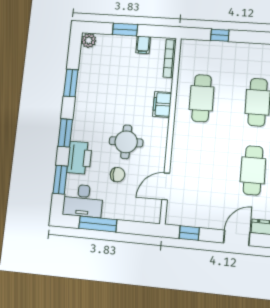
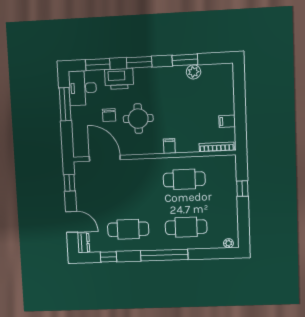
window: (125, 30) -> (240, 103), removed
plant: (89, 40) -> (194, 72), moved
filing cabinet: (162, 104) -> (169, 146), width x0.50
door: (166, 186) -> (105, 158), width x1.36

